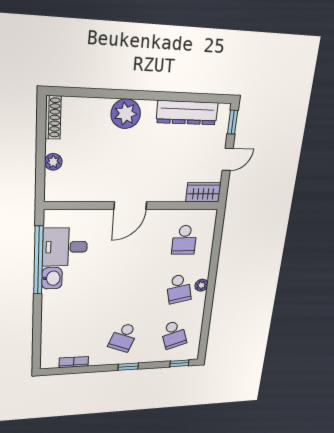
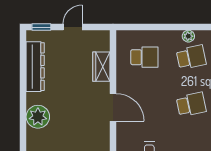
door: (228, 160) -> (73, 27), hinge flipped
wardrobe: (203, 192) -> (101, 67), moved
school desk: (127, 290) -> (191, 104), added

